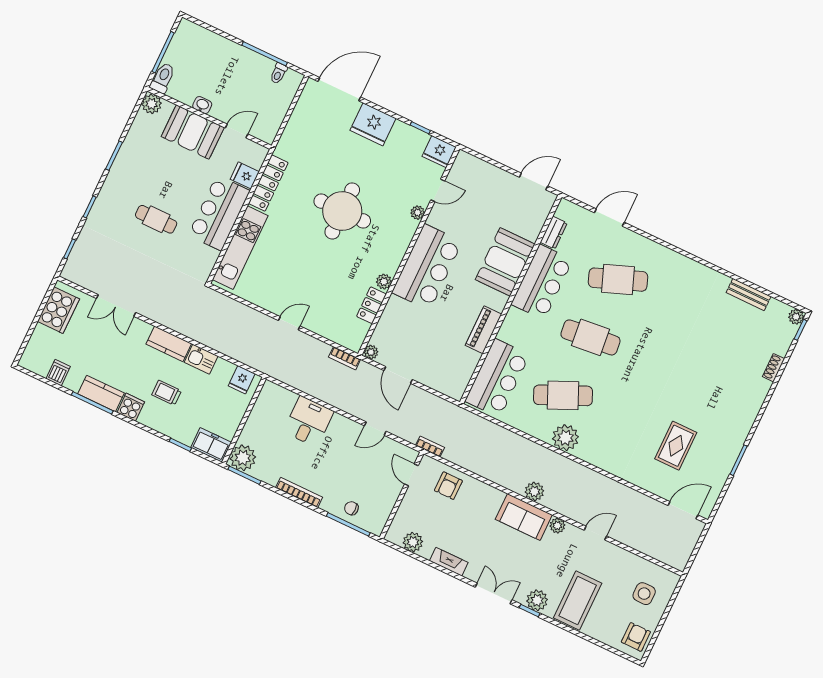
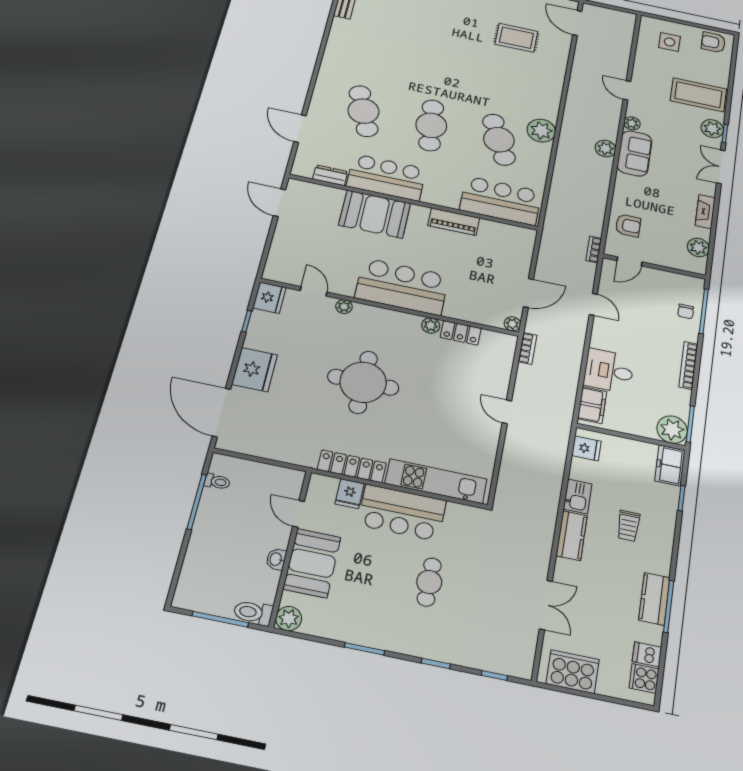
filing cabinet: (280, 397) -> (592, 405), added
cooker: (131, 407) -> (644, 678), moved

